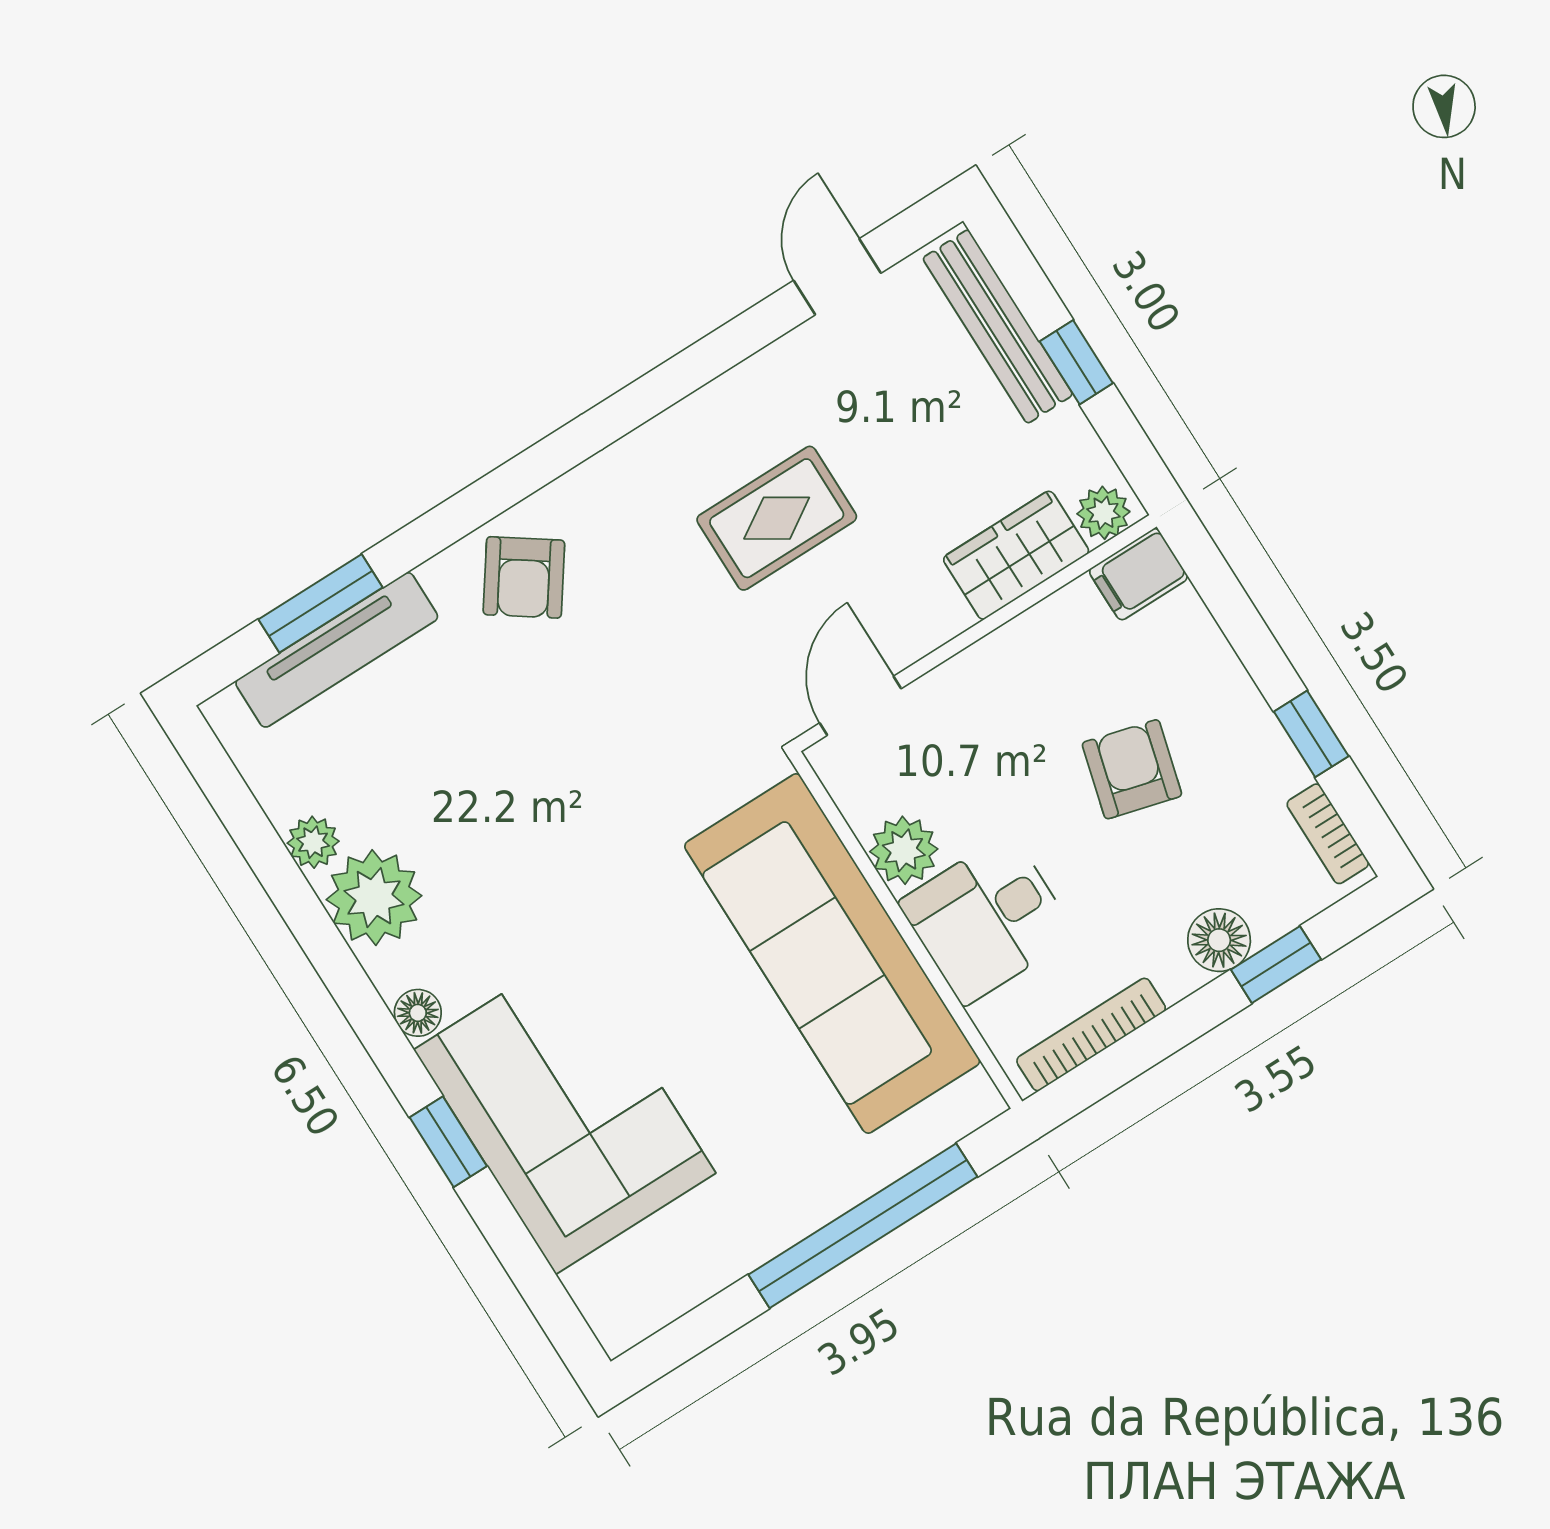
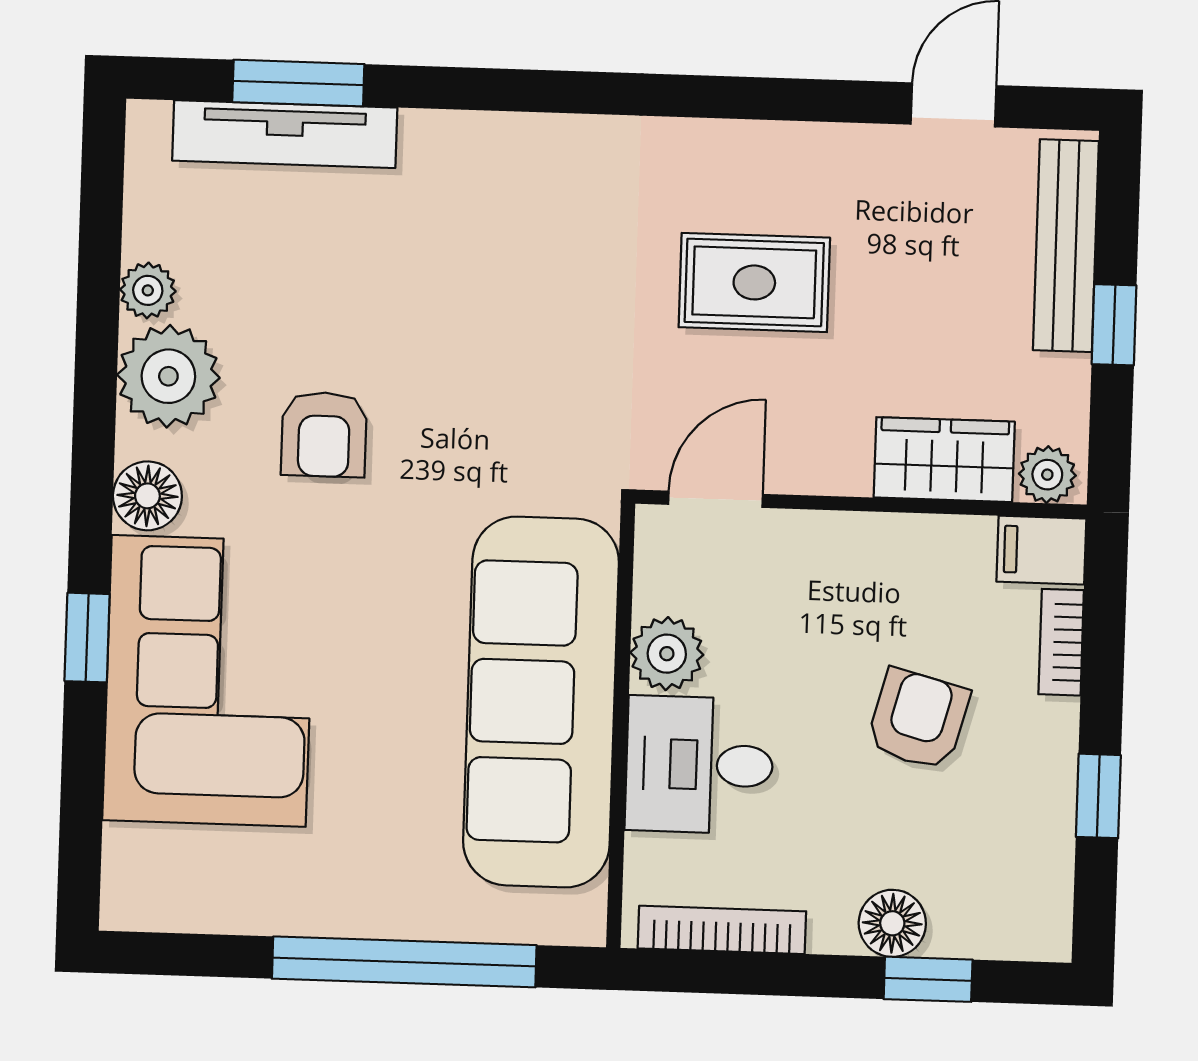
armchair: (524, 577) -> (324, 434), moved, turned -35
bookcase: (1328, 834) -> (1061, 642), moved
floor lamp: (418, 1013) -> (147, 496), width x1.37, depth x1.37

